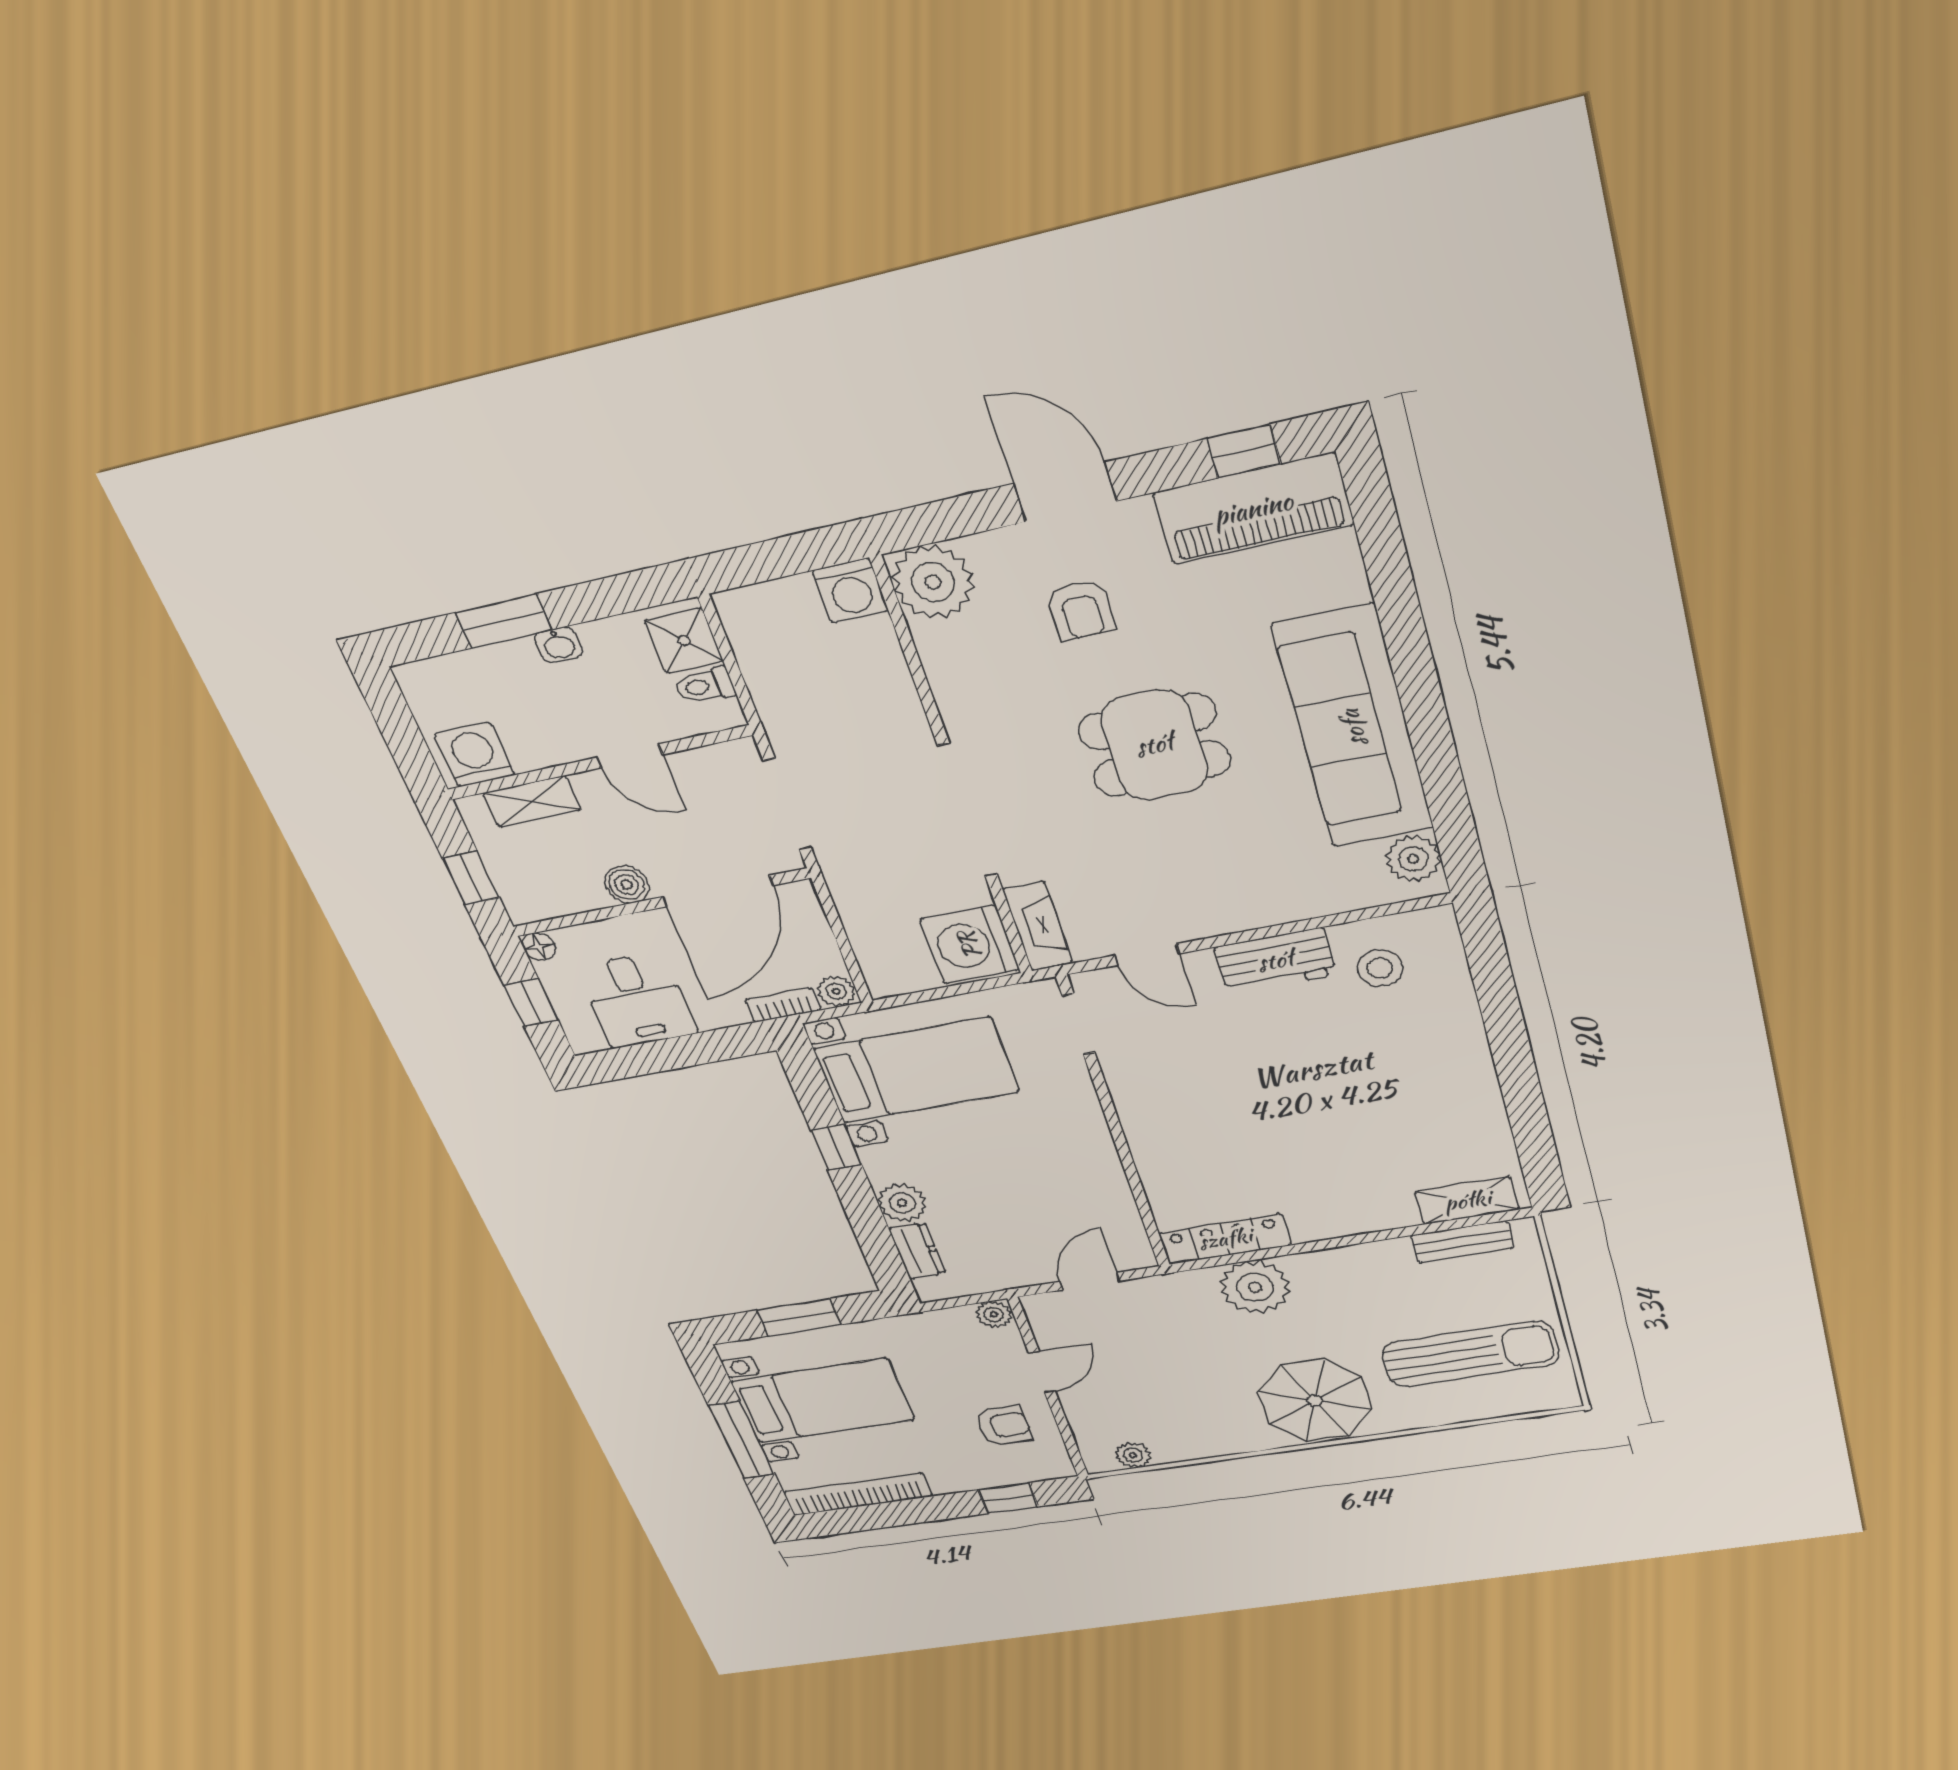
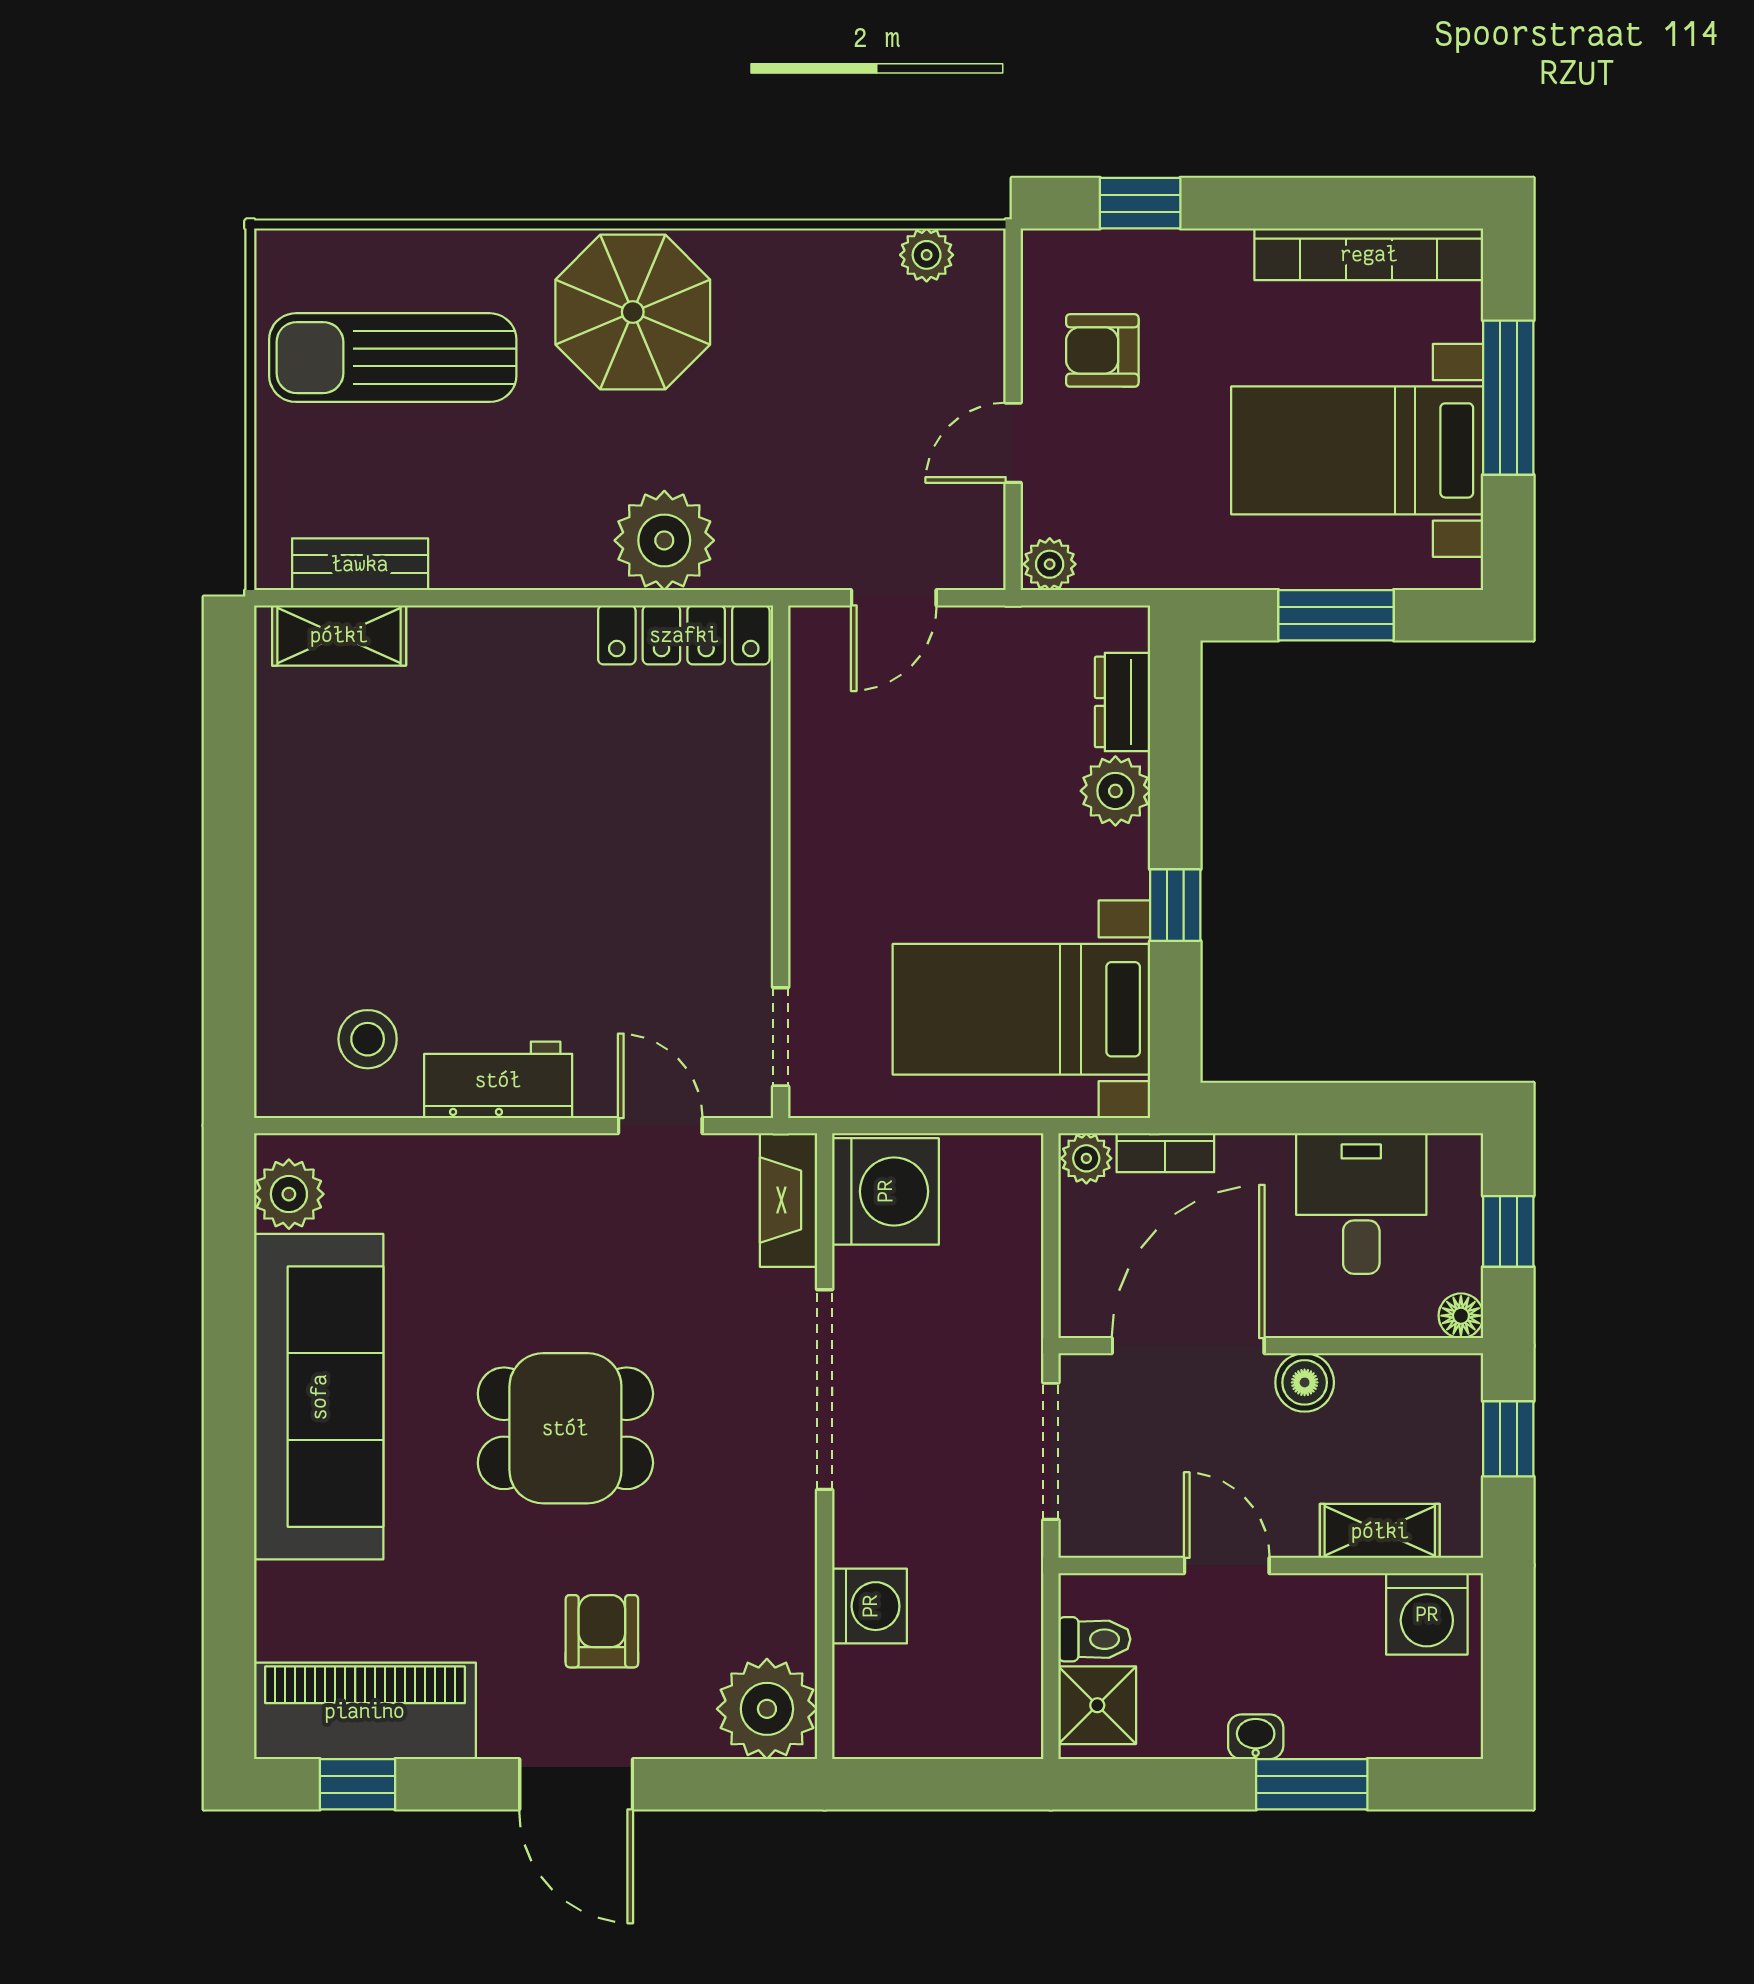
washing machine: (851, 591) -> (870, 1606), moved, turned 90

